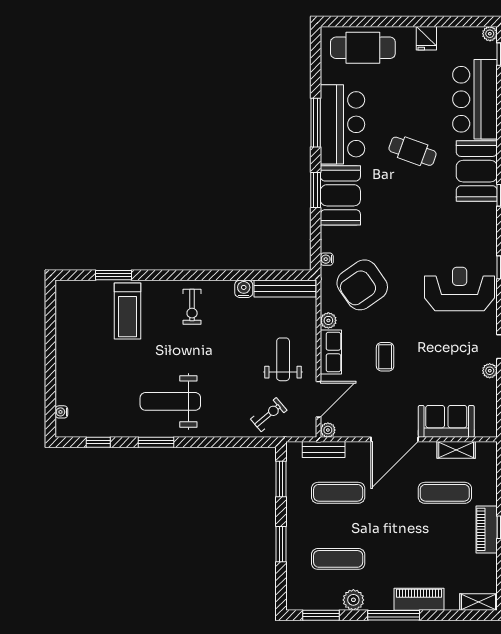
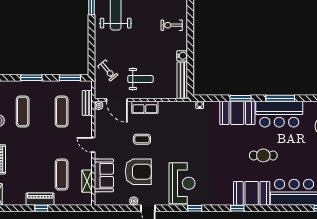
cafe table: (413, 151) -> (263, 155), turned 70
armchair: (362, 285) -> (138, 172), moved, turned 125
plant: (328, 320) -> (163, 106), removed
door: (394, 439) -> (93, 145), width x0.53

